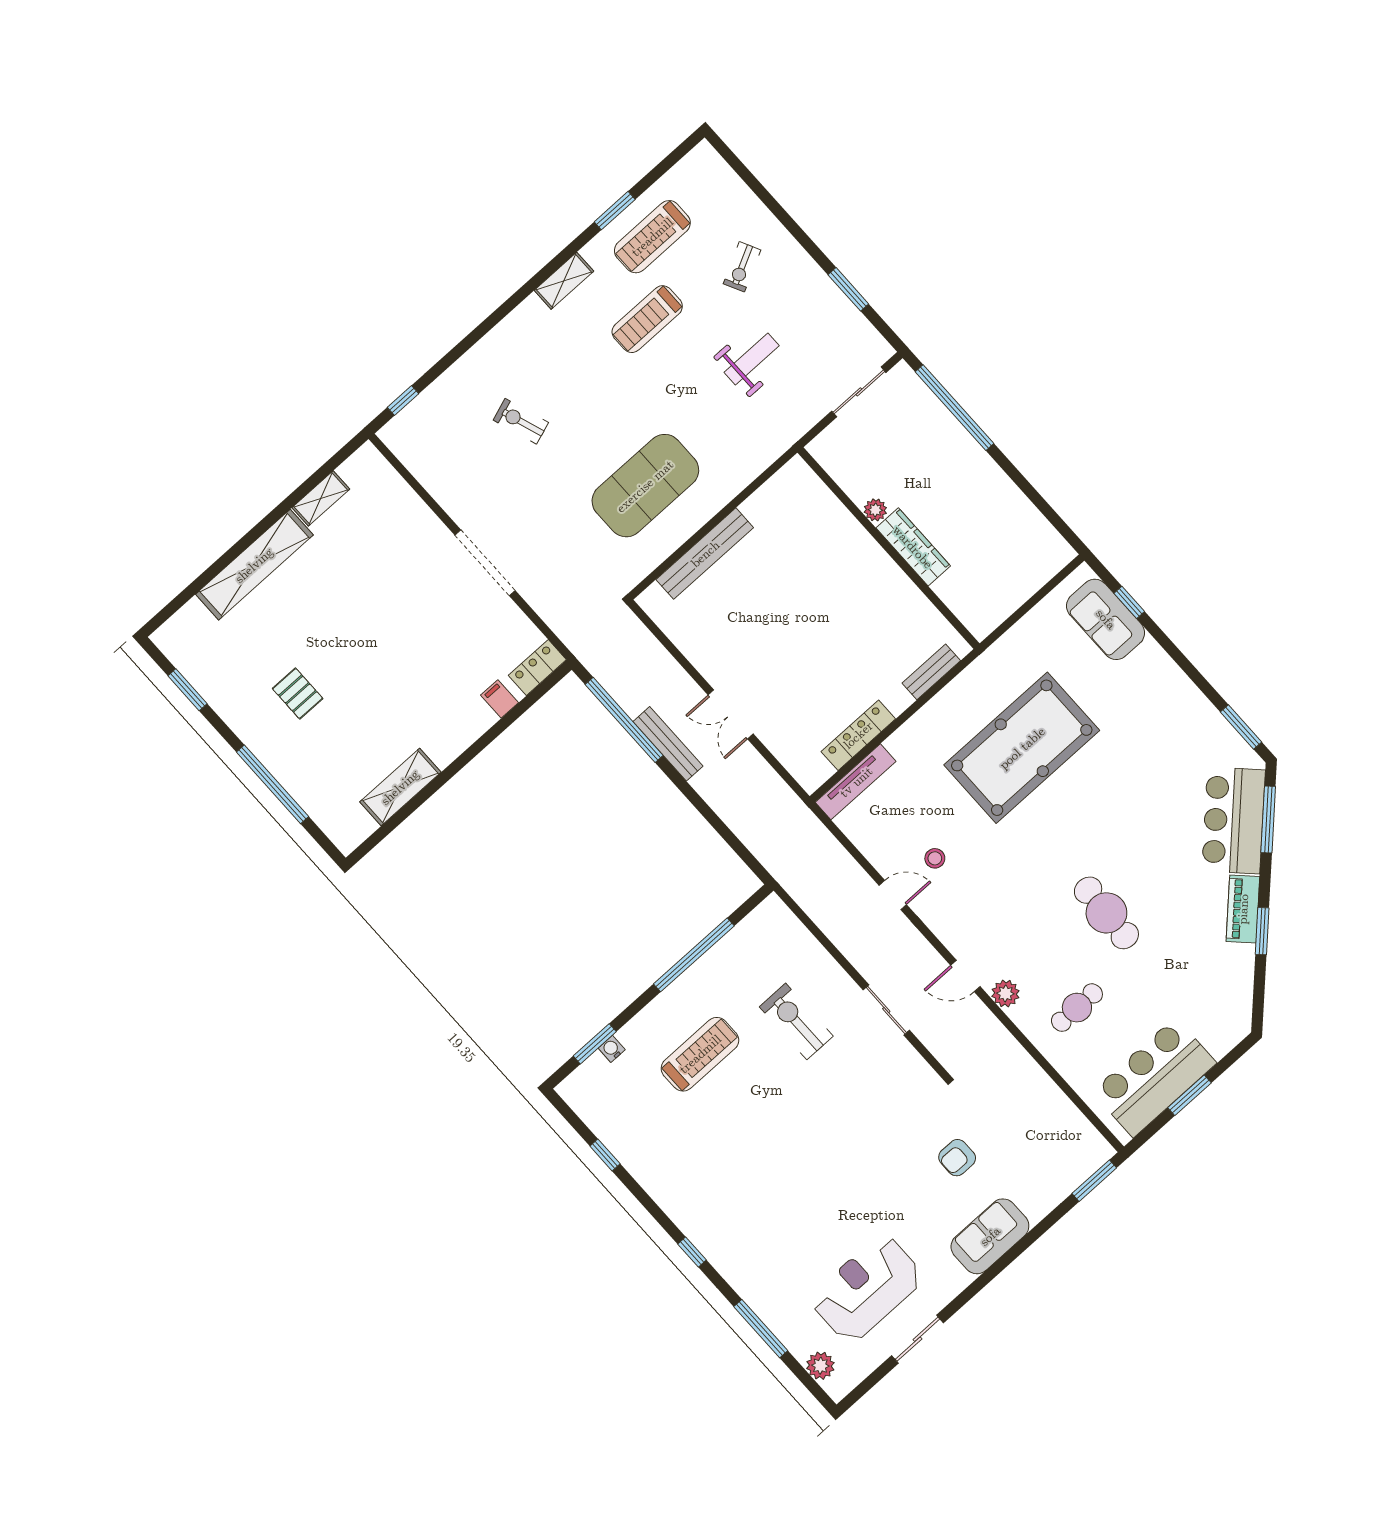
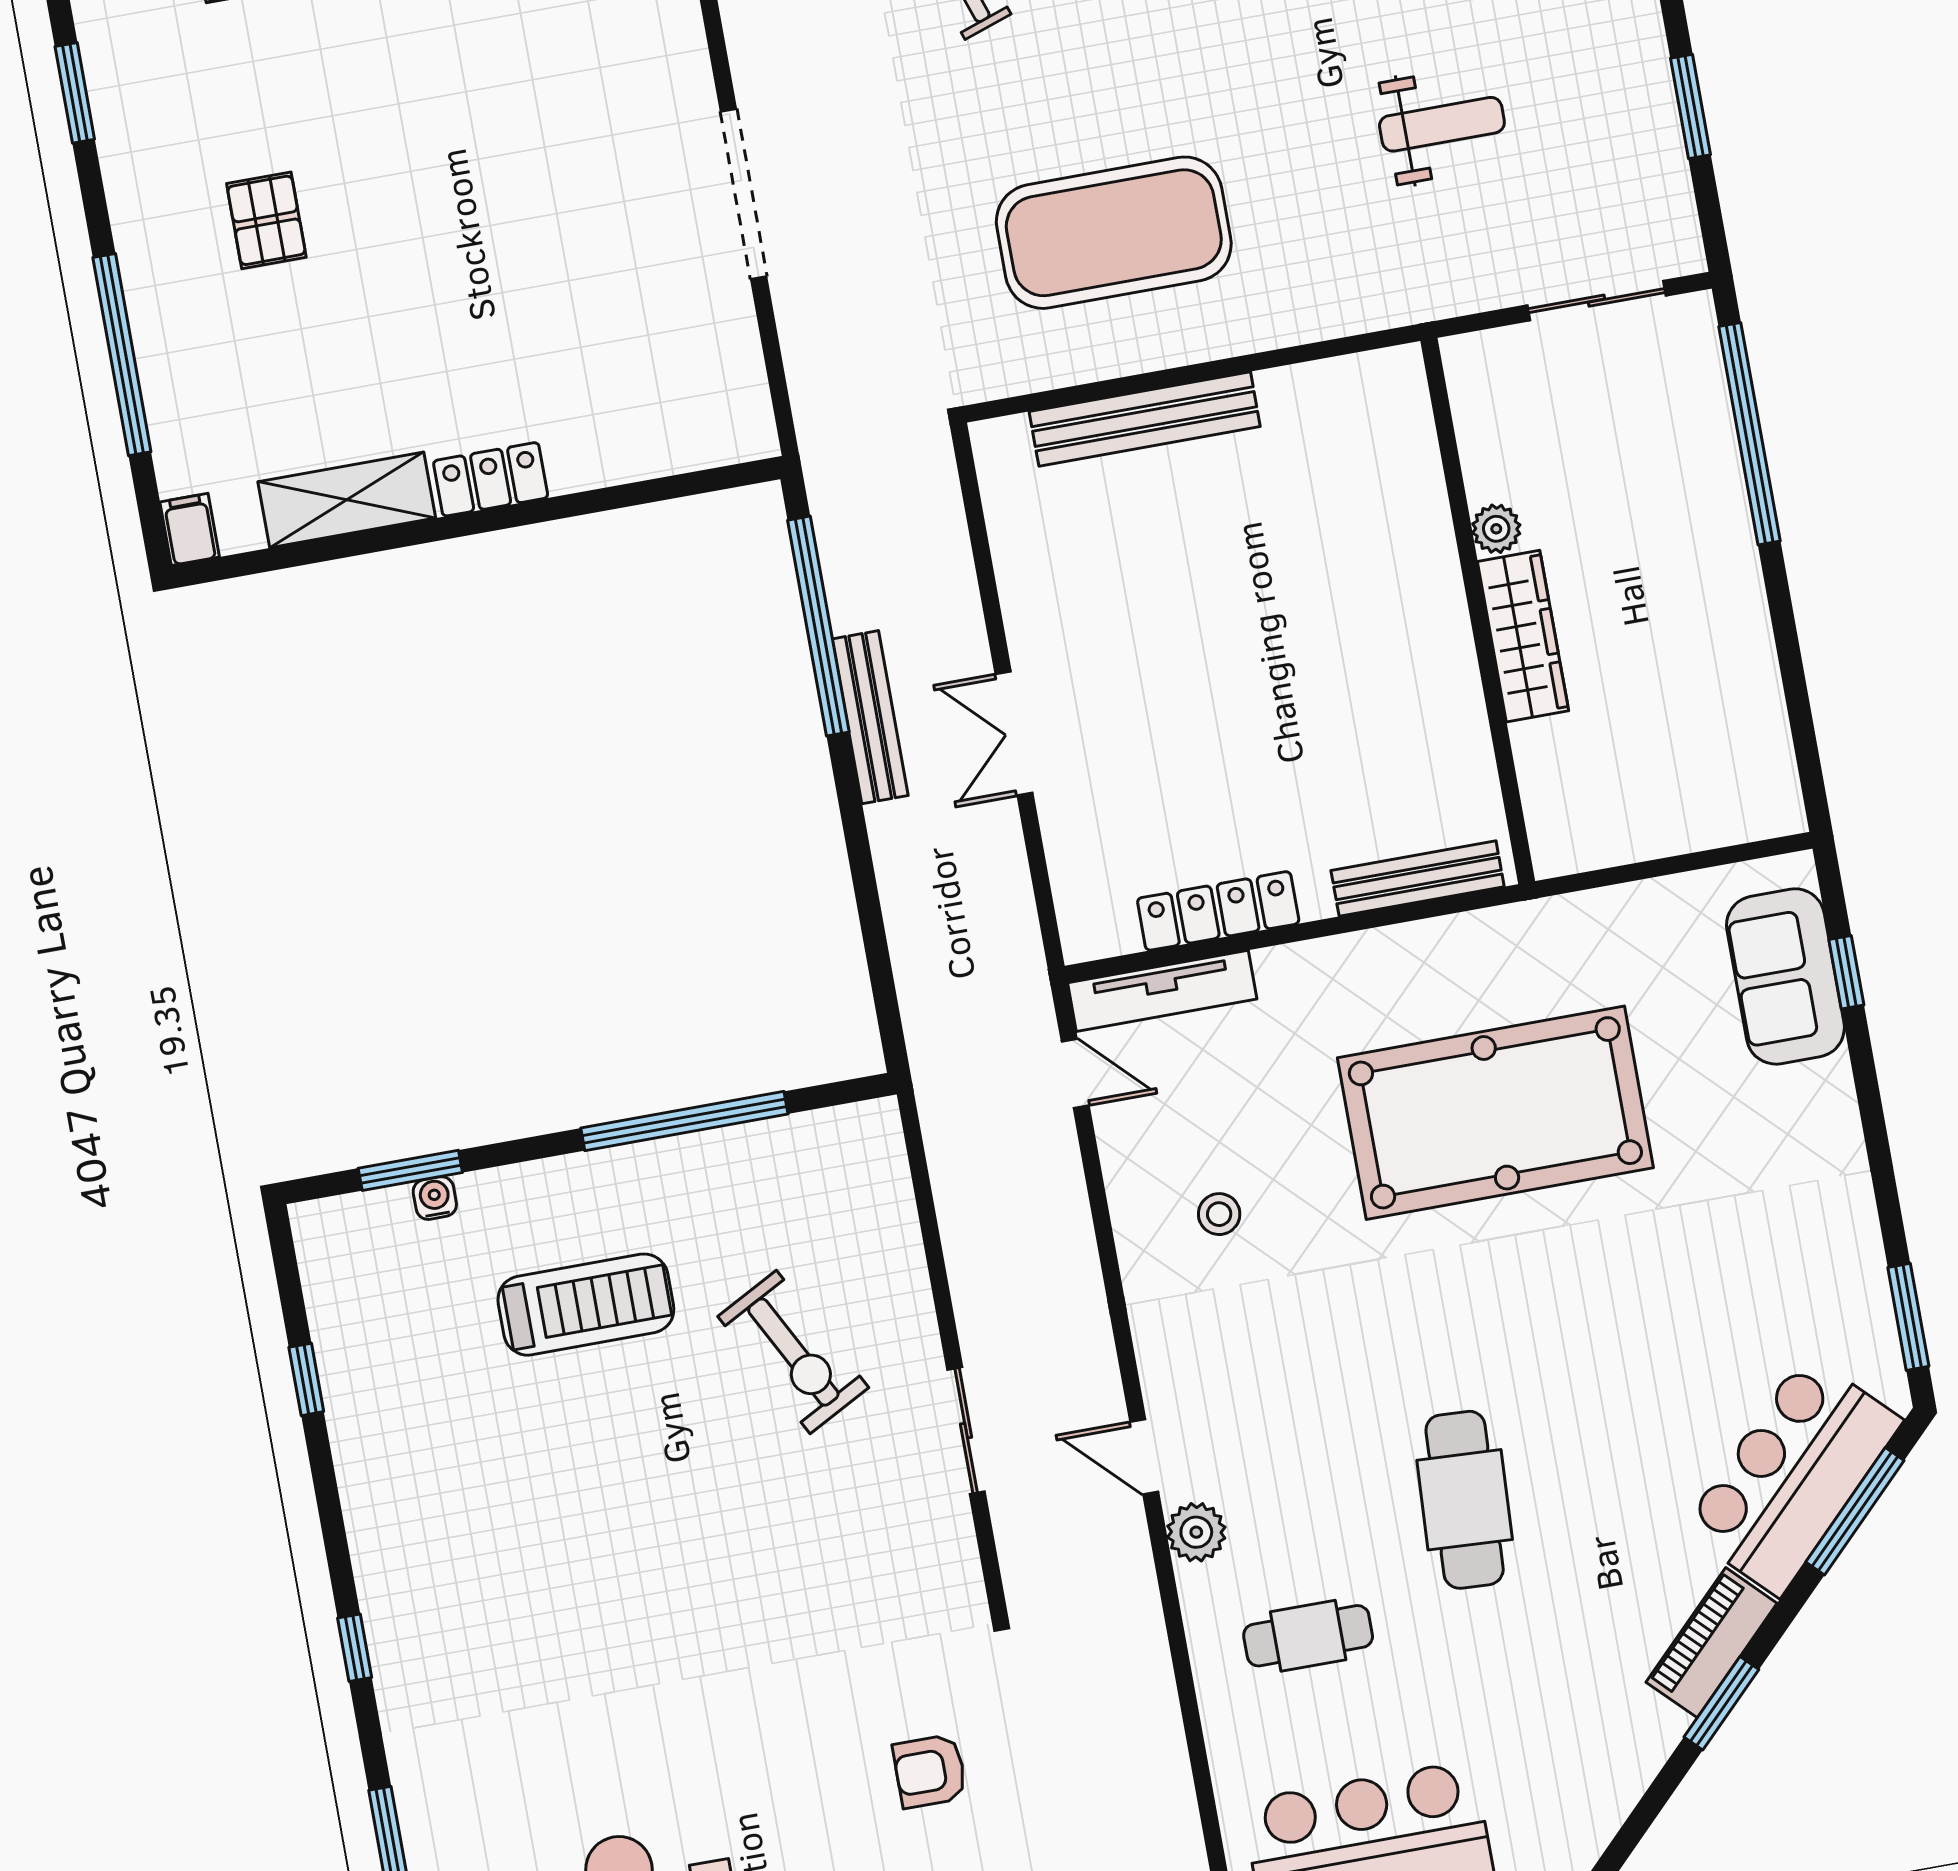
locker: (537, 668) -> (491, 479), moved
bench: (931, 672) -> (1418, 879), width x1.36
filing cabinet: (500, 699) -> (190, 529), moved
door: (893, 895) -> (1075, 1073), moved
exercise bike: (796, 1021) -> (793, 1352), turned 152

